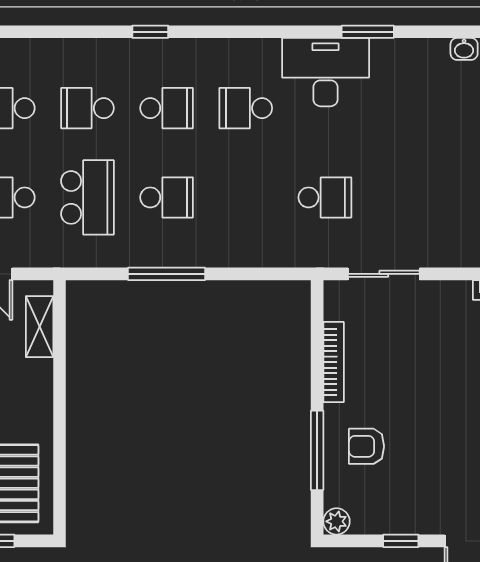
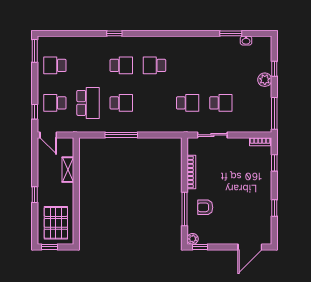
window: (368, 32) -> (231, 33), moved
desk: (326, 72) -> (188, 50), removed
school desk: (87, 108) -> (221, 103), moved, turned 180
shelving: (40, 327) -> (68, 170), moved
window: (401, 541) -> (200, 247), moved

